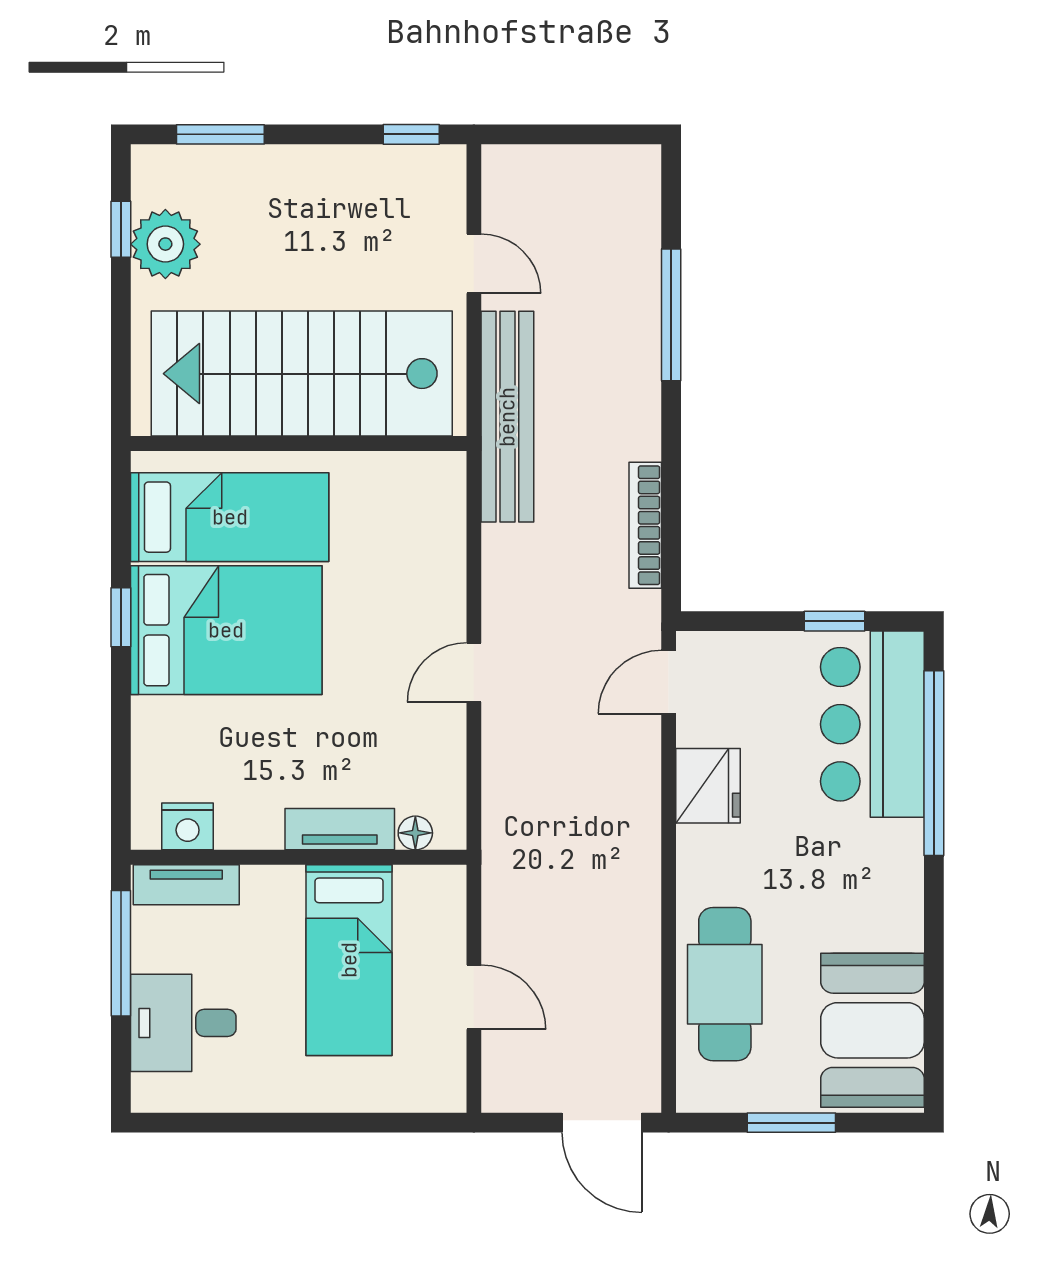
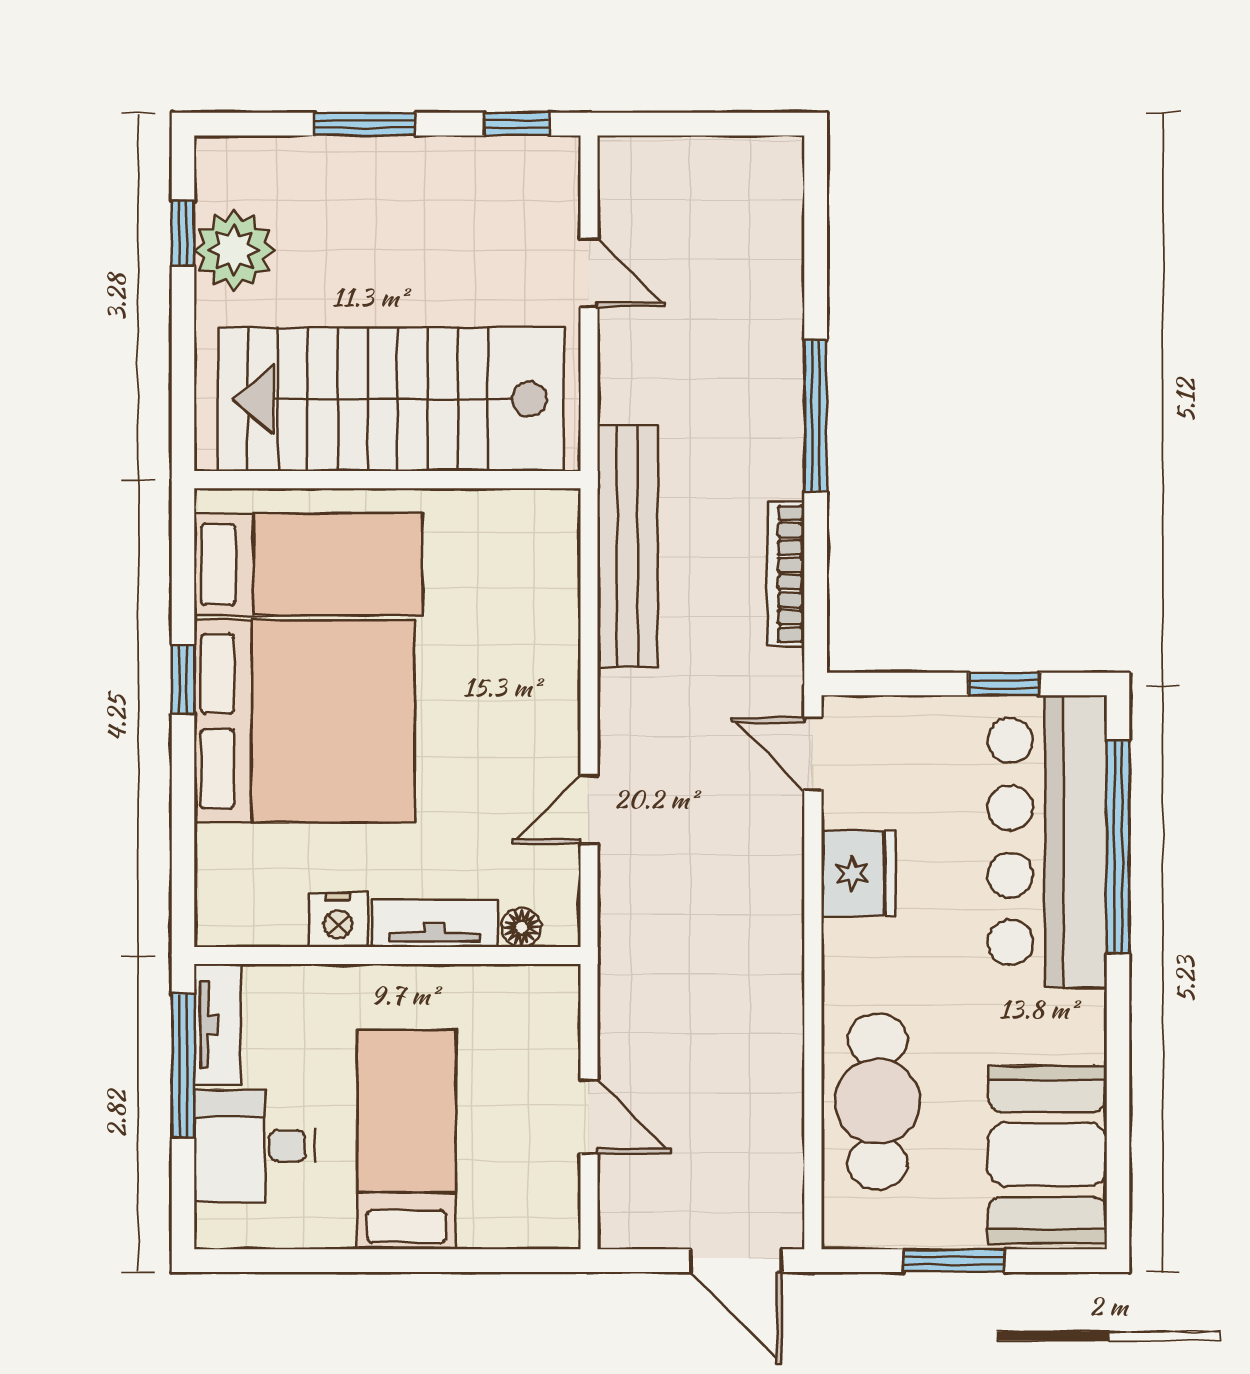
window: (220, 134) -> (365, 124), moved
window: (671, 315) -> (816, 416), moved
bench: (507, 417) -> (627, 546), moved
bed: (226, 630) -> (304, 721), width x1.36
door: (474, 672) -> (589, 810), moved
door: (669, 682) -> (813, 754), hinge flipped
bar counter: (872, 724) -> (1047, 841), width x1.36
nightstand: (188, 826) -> (338, 920), moved
tv unit: (186, 885) -> (217, 1025), moved, turned -90
bed: (349, 960) -> (406, 1140), moved, turned 180

